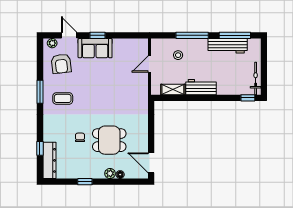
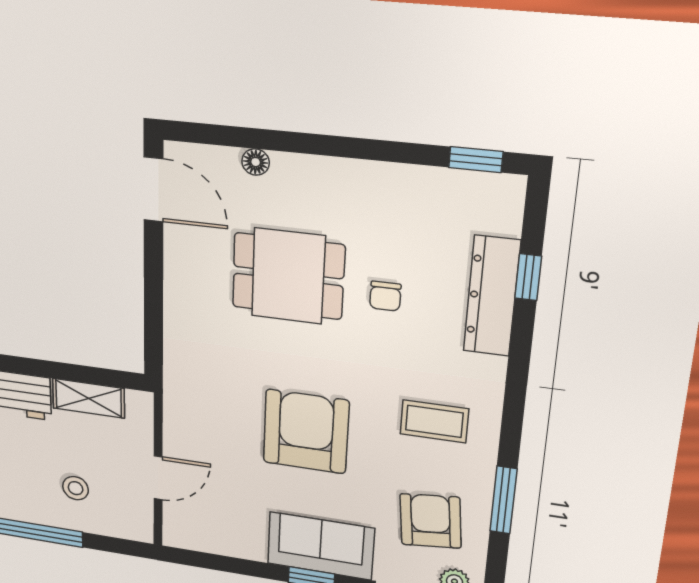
armchair: (102, 89) -> (306, 432), added
window: (40, 92) -> (503, 500), moved
dresser: (49, 160) -> (492, 296), moved
plant: (110, 173) -> (290, 169), removed
window: (85, 182) -> (476, 160), moved

